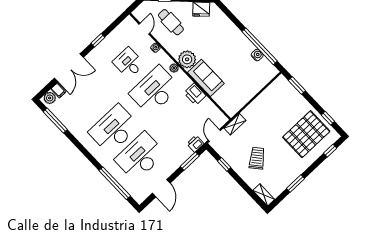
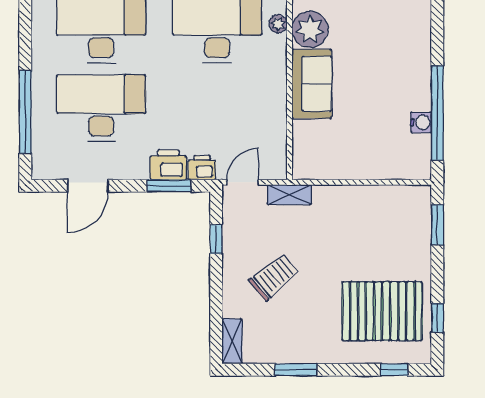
printer: (195, 94) -> (168, 165), moved, turned 90

